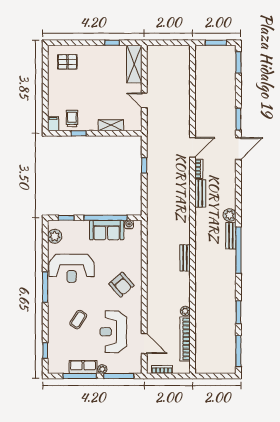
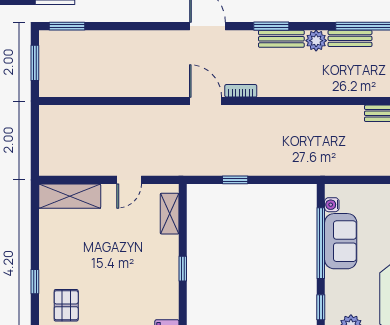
window: (112, 43) -> (35, 282), moved
trolley: (72, 118) -> (159, 298), removed
window: (238, 119) -> (271, 26), moved
shelving: (111, 125) -> (170, 214), moved
window: (79, 133) -> (183, 269), moved
bench: (200, 193) -> (281, 39), moved

